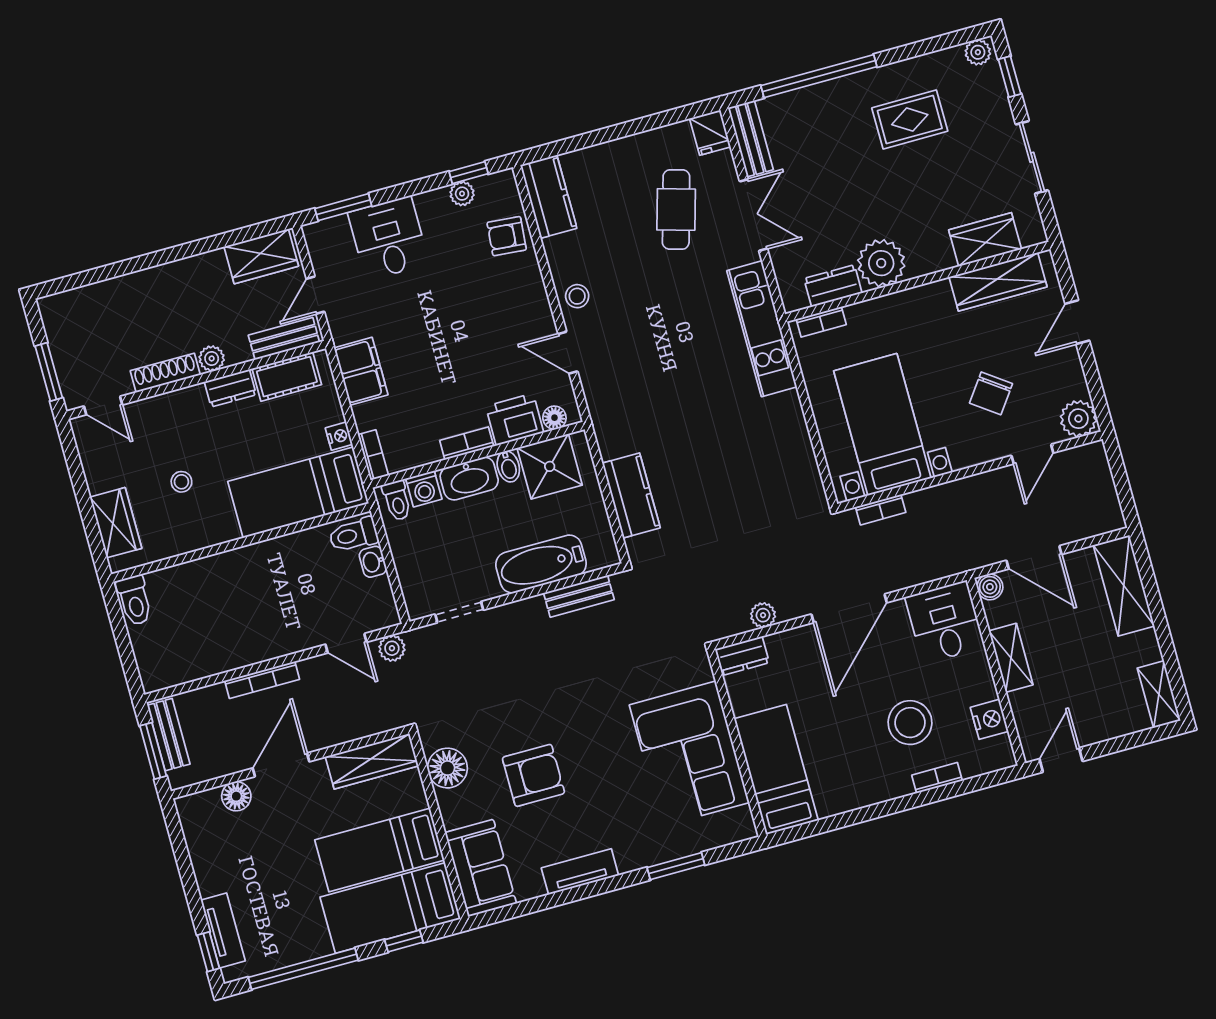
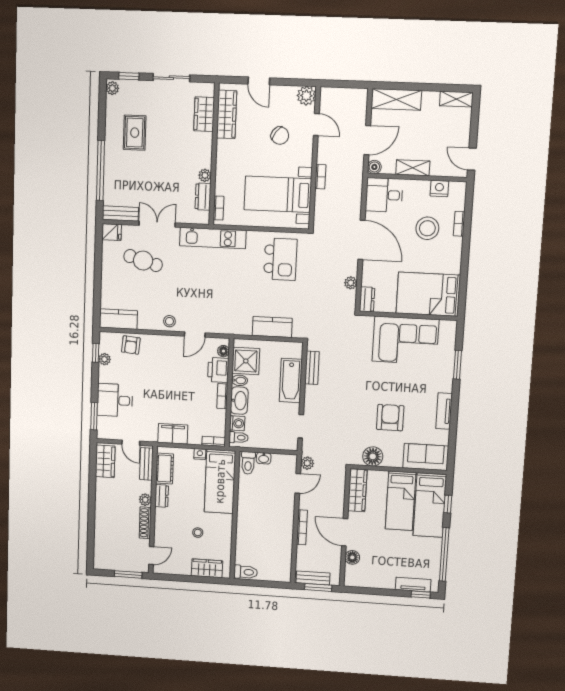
plant: (881, 263) -> (205, 175), width x0.53, depth x0.53
kitchen island: (764, 469) -> (280, 259), added
bookcase: (881, 510) -> (320, 177), moved
bed: (776, 770) -> (428, 294), width x1.50

